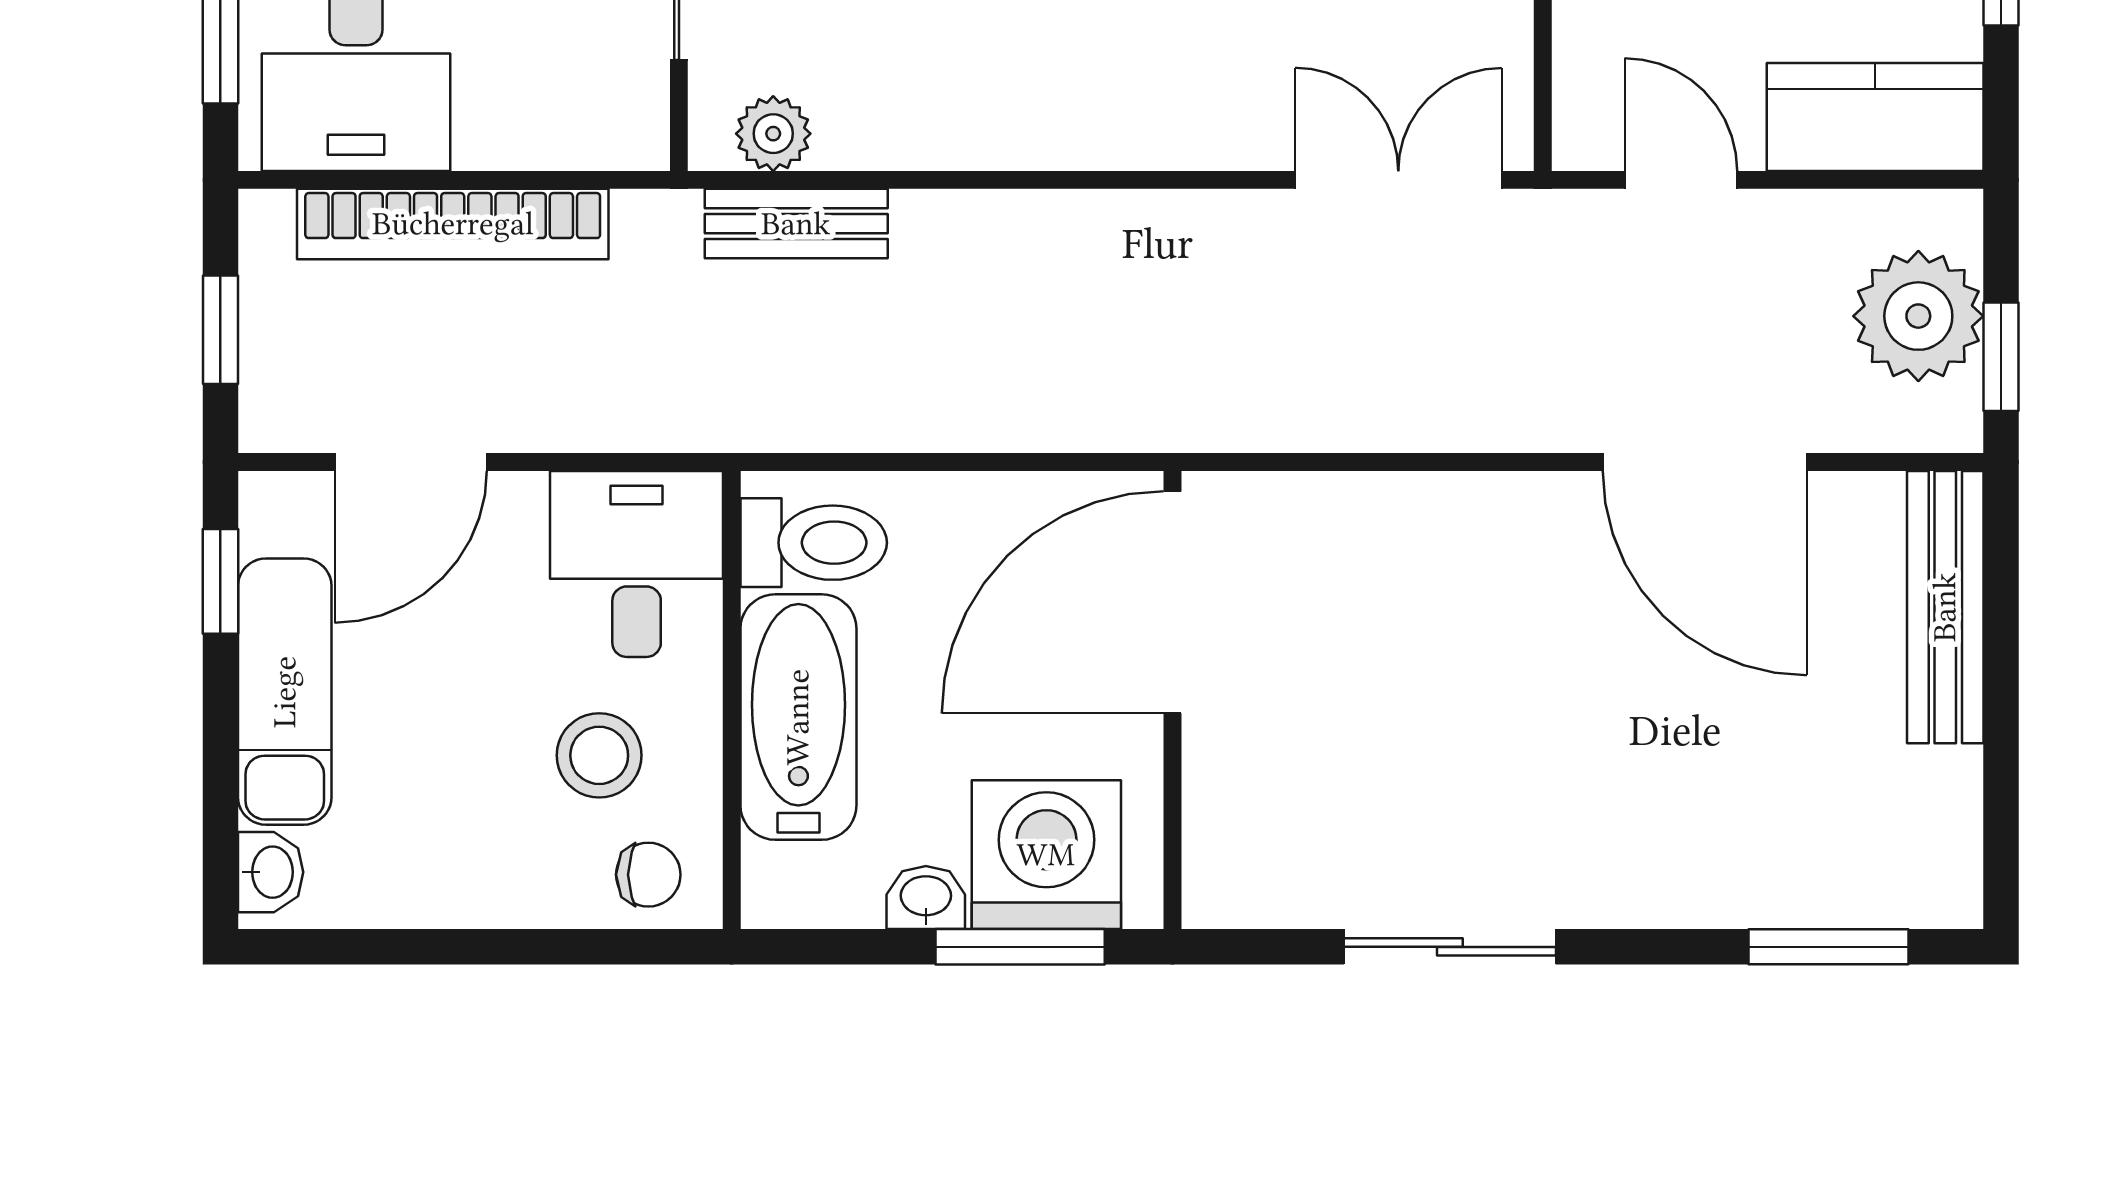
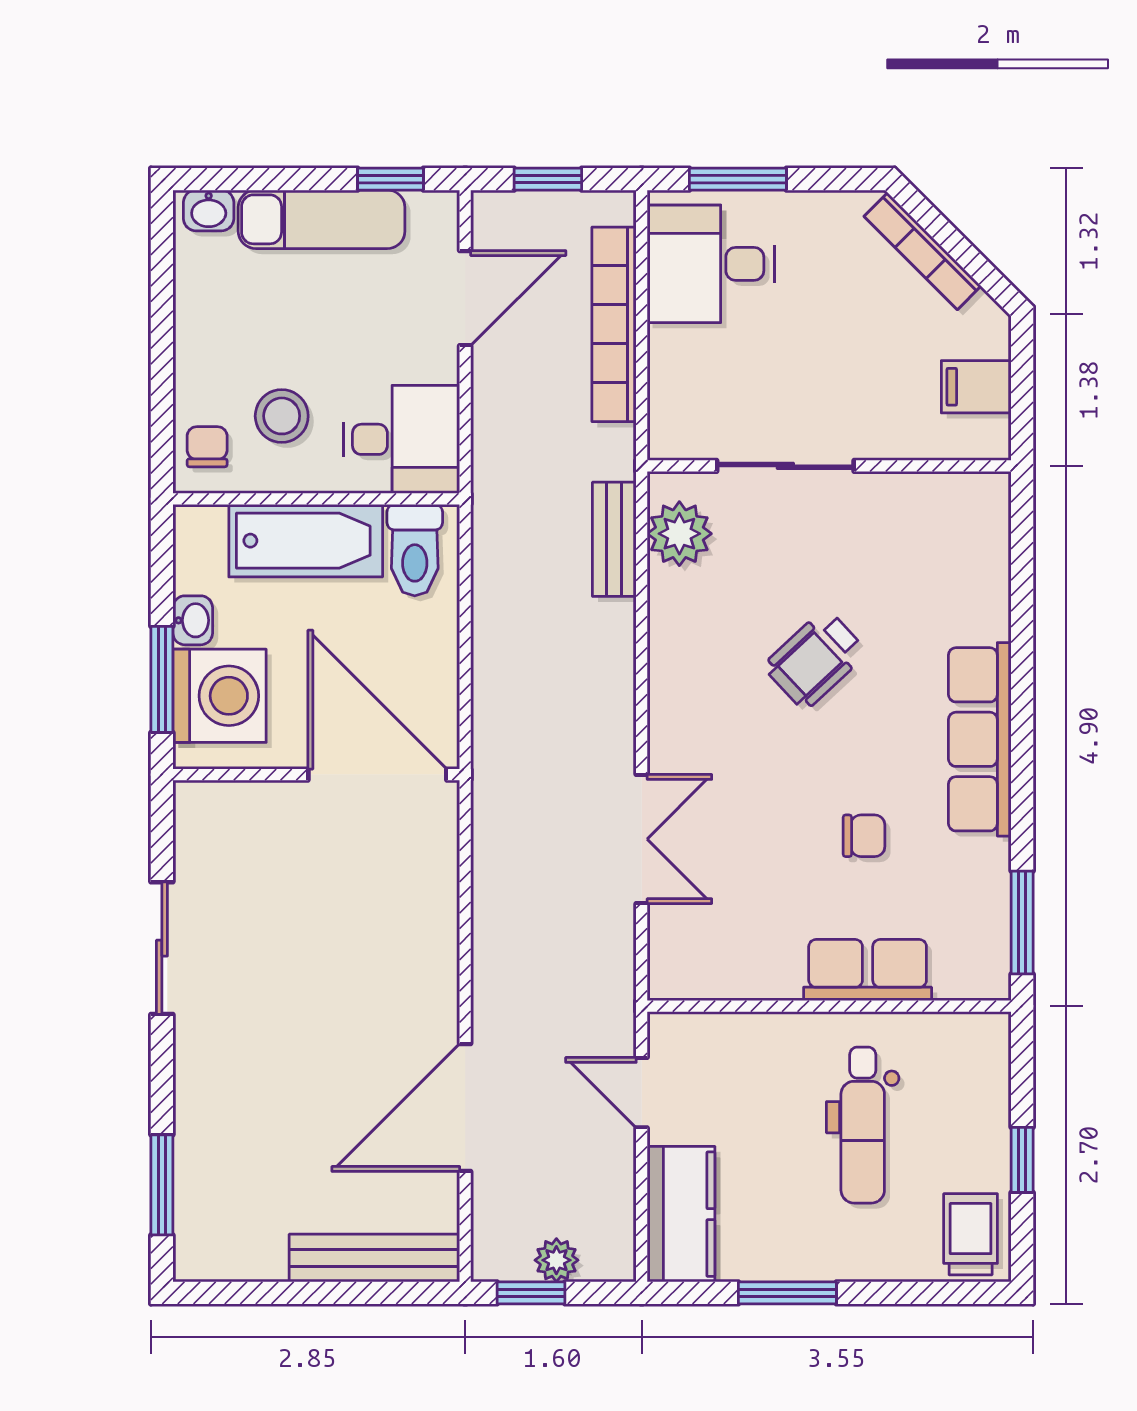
plant: (773, 134) -> (679, 534), width x1.38, depth x1.38
double door: (1398, 180) -> (642, 839), moved
door: (1681, 180) -> (642, 1093), swing flipped
plant: (1918, 316) -> (556, 1260), width x0.53, depth x0.53
door: (411, 462) -> (465, 298), swing flipped
chair: (648, 875) -> (207, 447), turned 180

